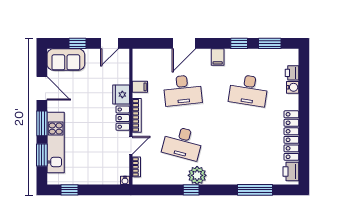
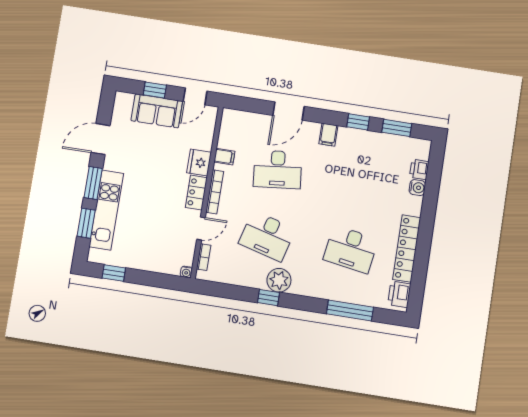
sofa: (66, 60) -> (157, 111), moved
door: (42, 88) -> (101, 139), swing flipped
desk: (248, 90) -> (351, 249), moved

